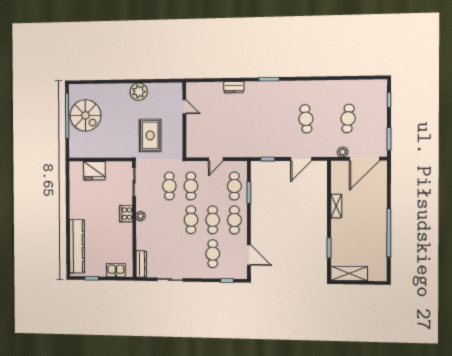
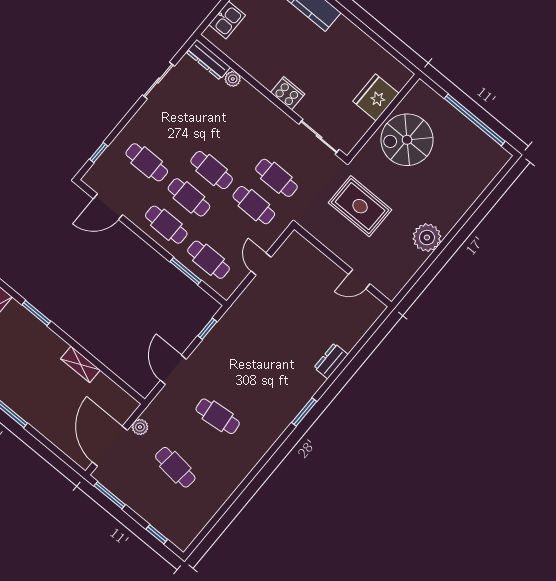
spiral stairs: (85, 115) -> (407, 140), moved
plant: (141, 216) -> (233, 79), moved

